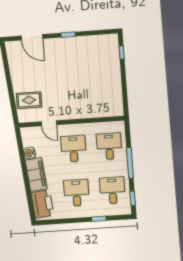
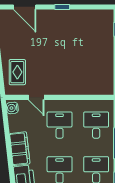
rug: (29, 100) -> (17, 72), turned 90
water cooler: (29, 153) -> (12, 108), moved

